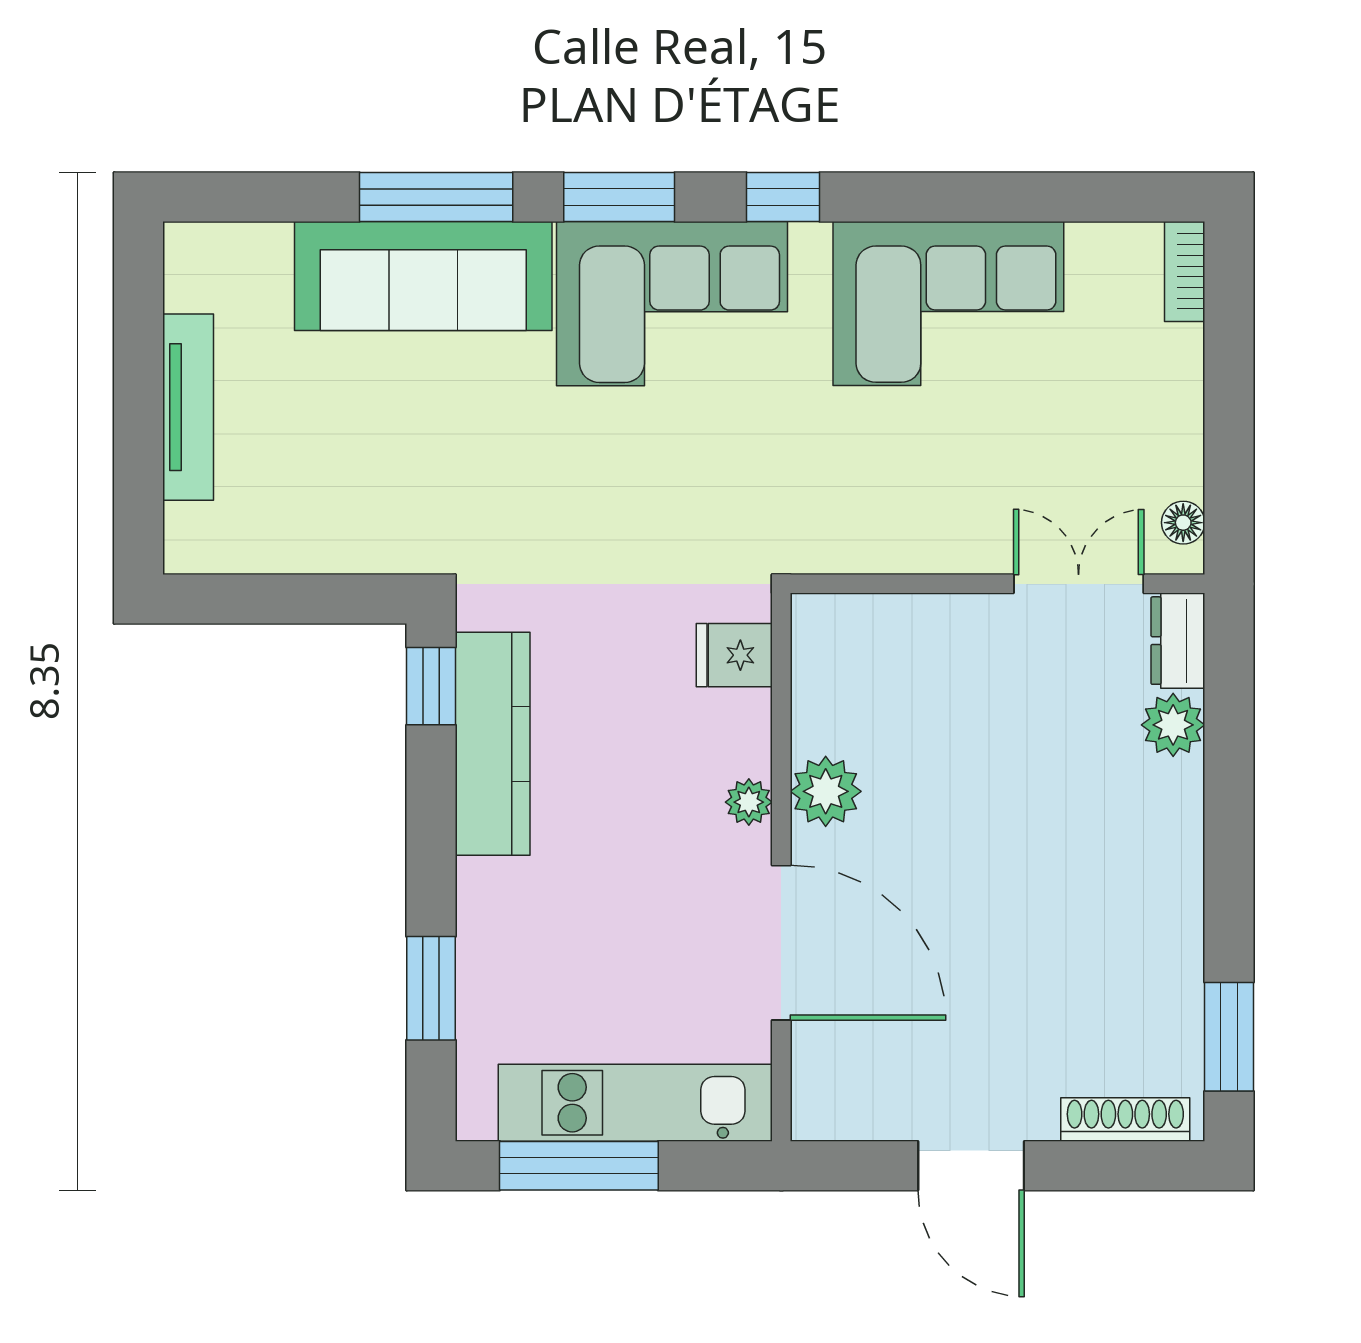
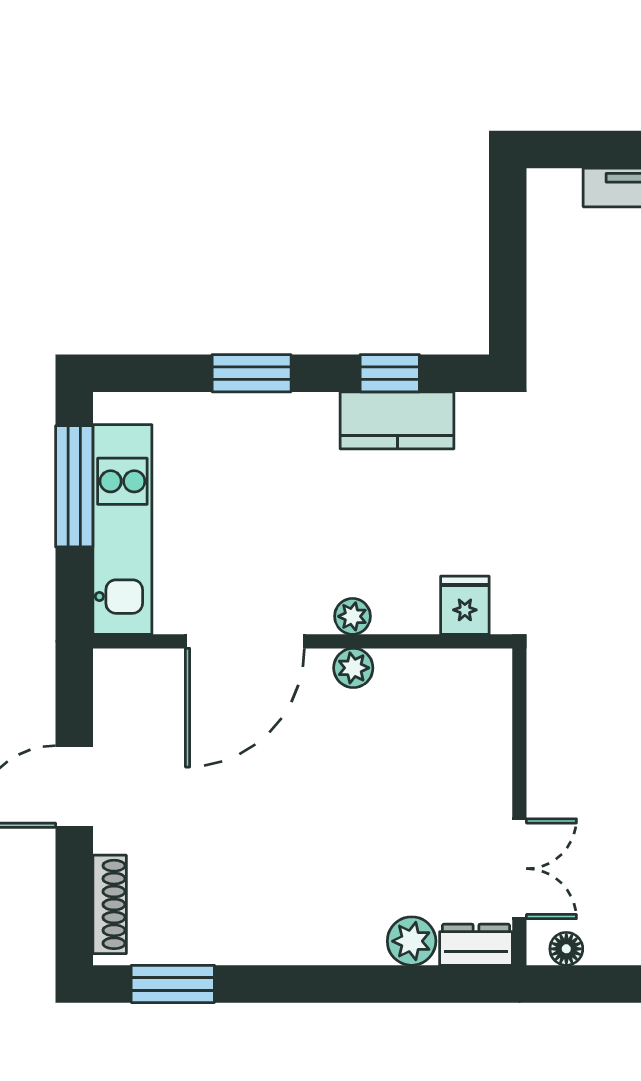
window: (431, 686) -> (390, 373), moved
kitchen counter: (493, 744) -> (397, 420), width x0.67
plant: (826, 791) -> (353, 668), width x0.73, depth x0.73
window: (431, 988) -> (252, 373), moved

